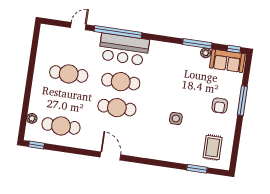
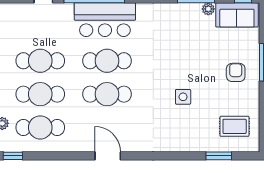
cafe table: (65, 100) -> (40, 94), added
armchair: (220, 106) -> (236, 72), turned 180
rug: (213, 147) -> (235, 126), turned 90

